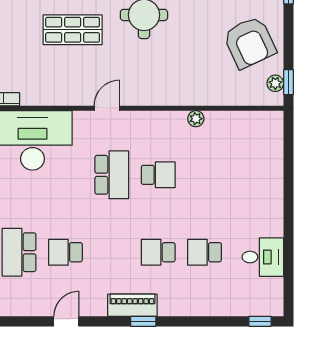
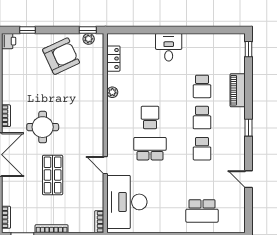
door: (107, 108) -> (105, 165), moved
locker: (246, 120) -> (113, 59), added
school desk: (65, 252) -> (202, 149), moved
desk: (263, 257) -> (169, 47), moved
piano: (132, 305) -> (238, 90), moved

